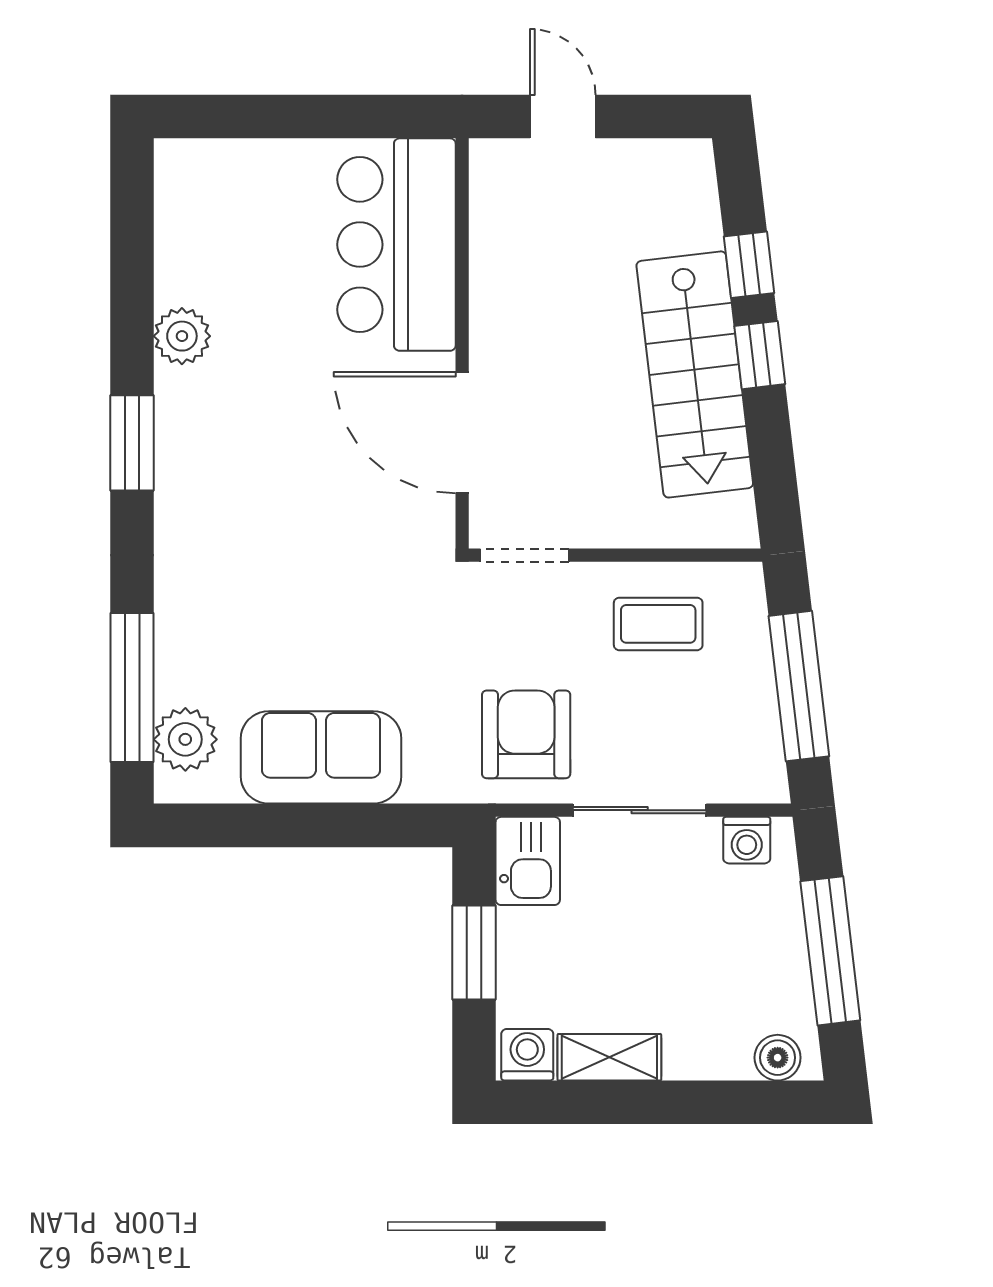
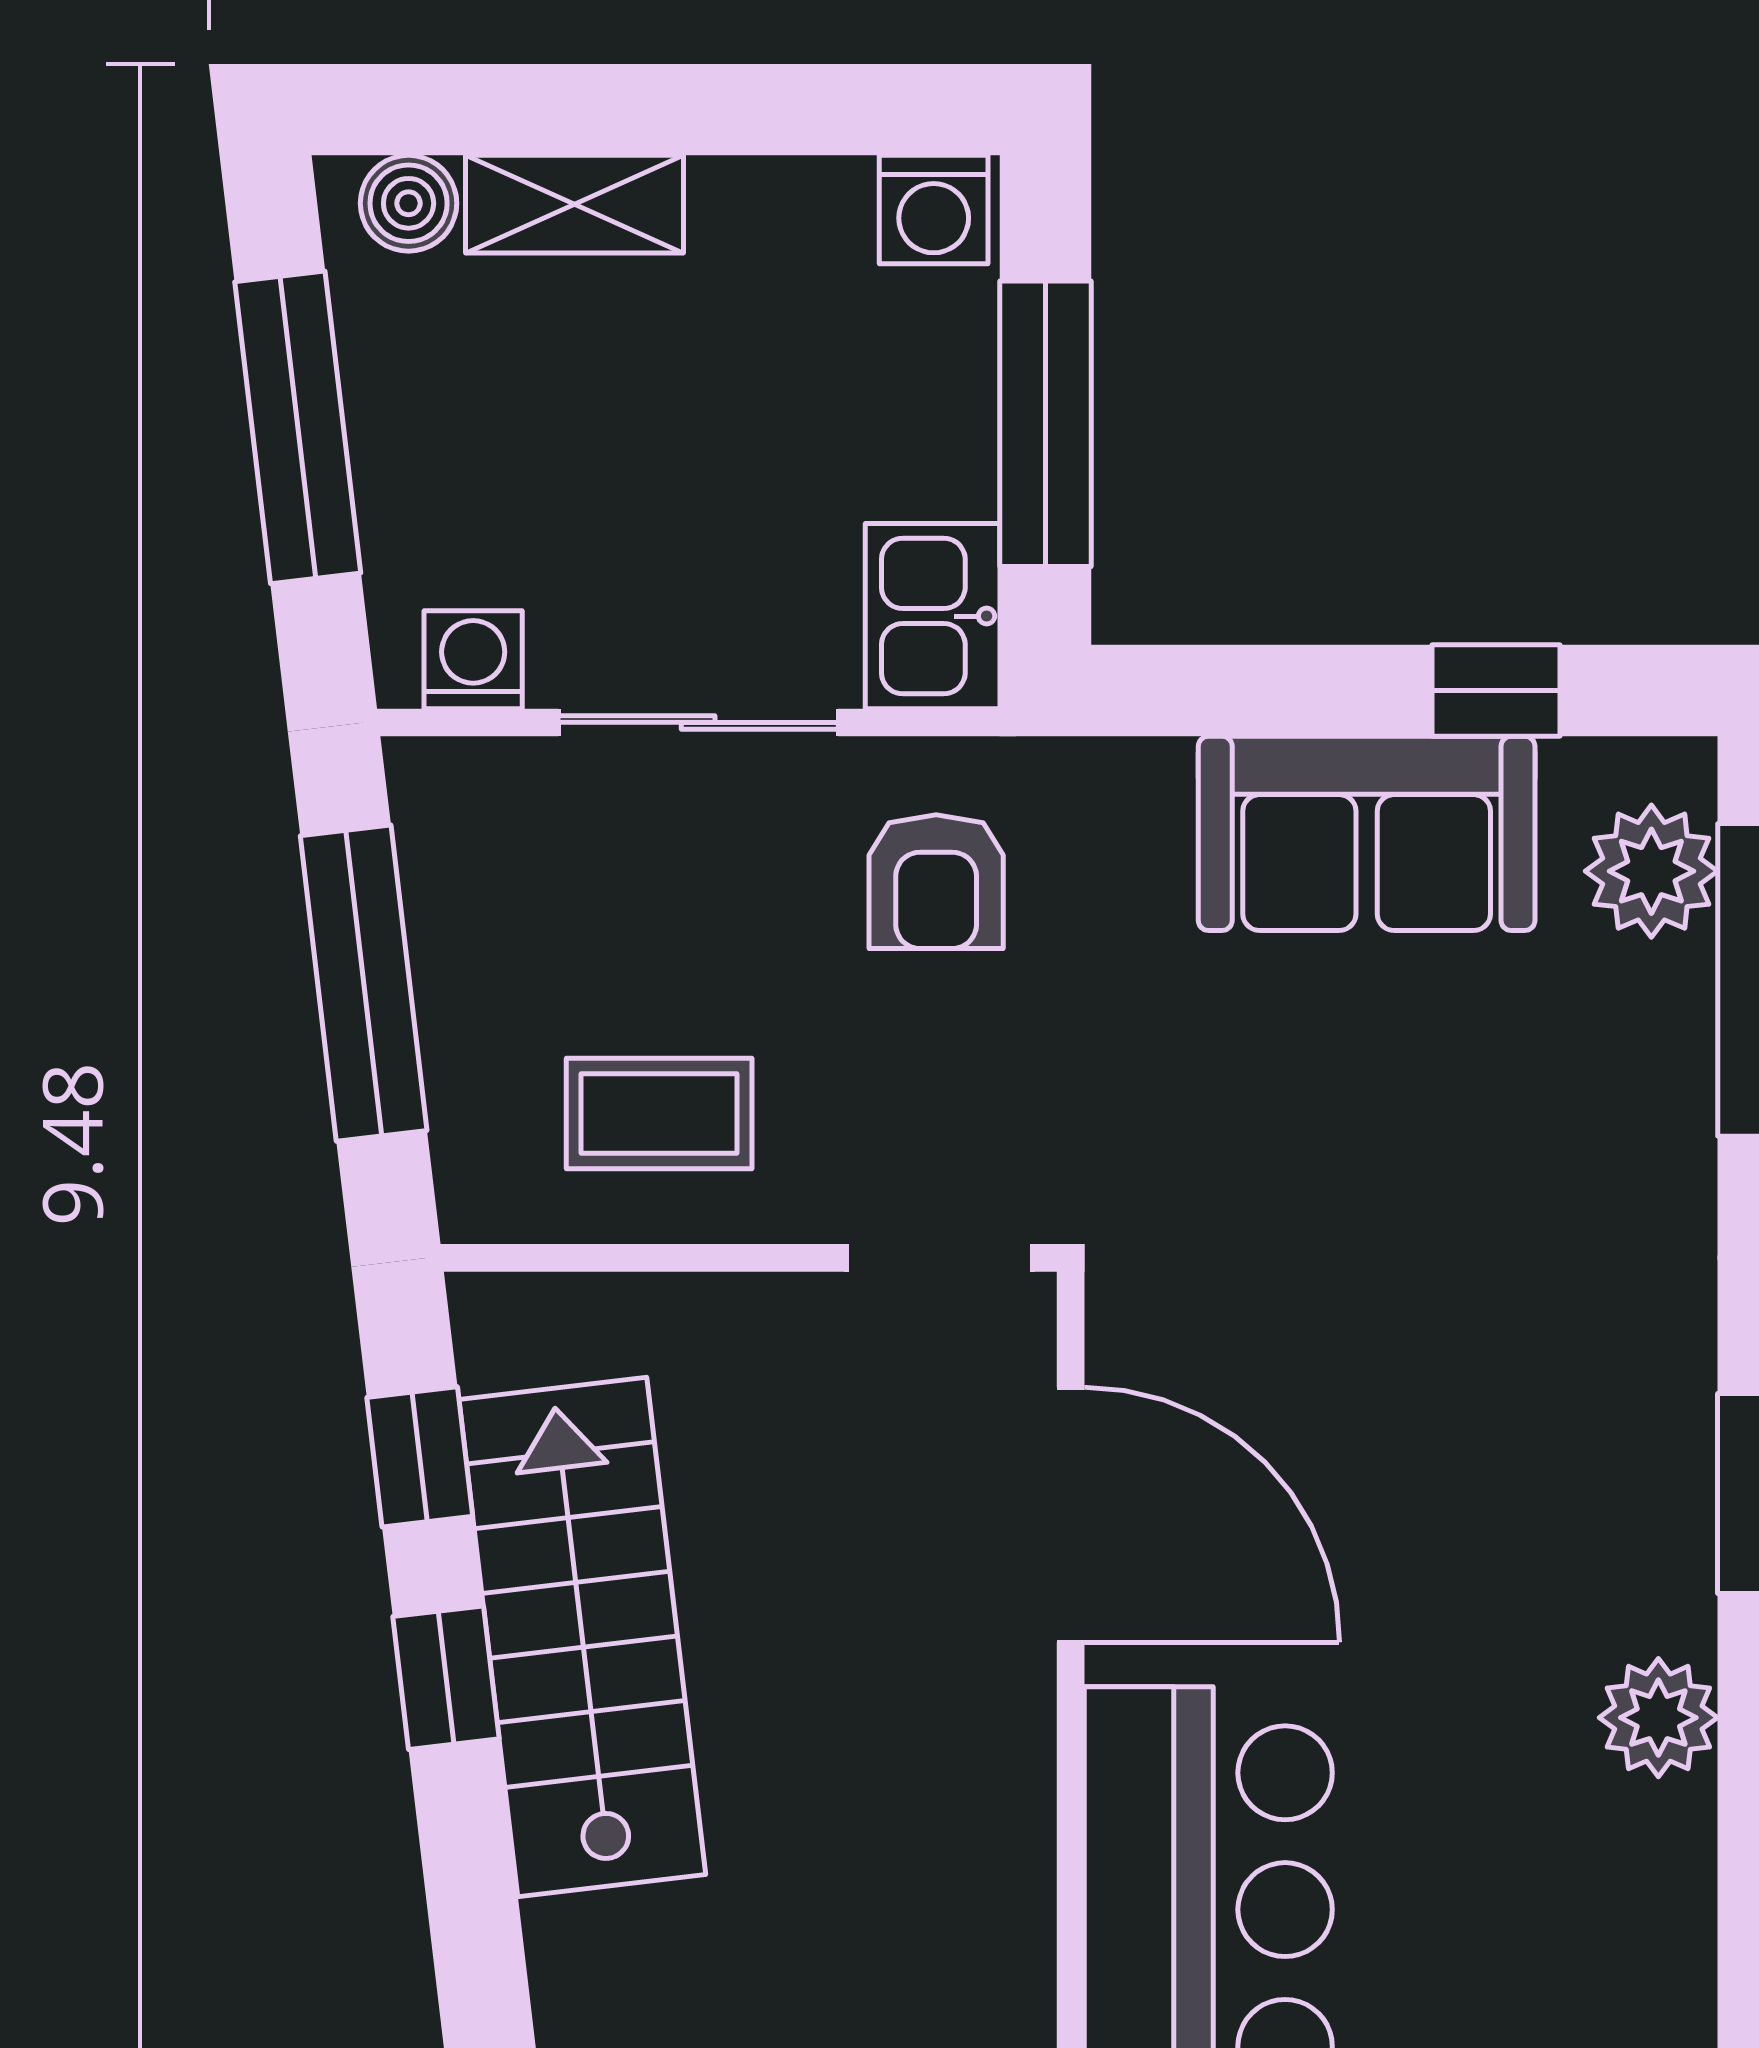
window: (749, 265) -> (420, 1457), moved
armchair: (526, 734) -> (936, 882), width x0.72, depth x0.72
window: (259, 825) -> (1496, 691), added
window: (474, 953) -> (1046, 424), width x1.44
shelving: (609, 1057) -> (575, 204), moved

